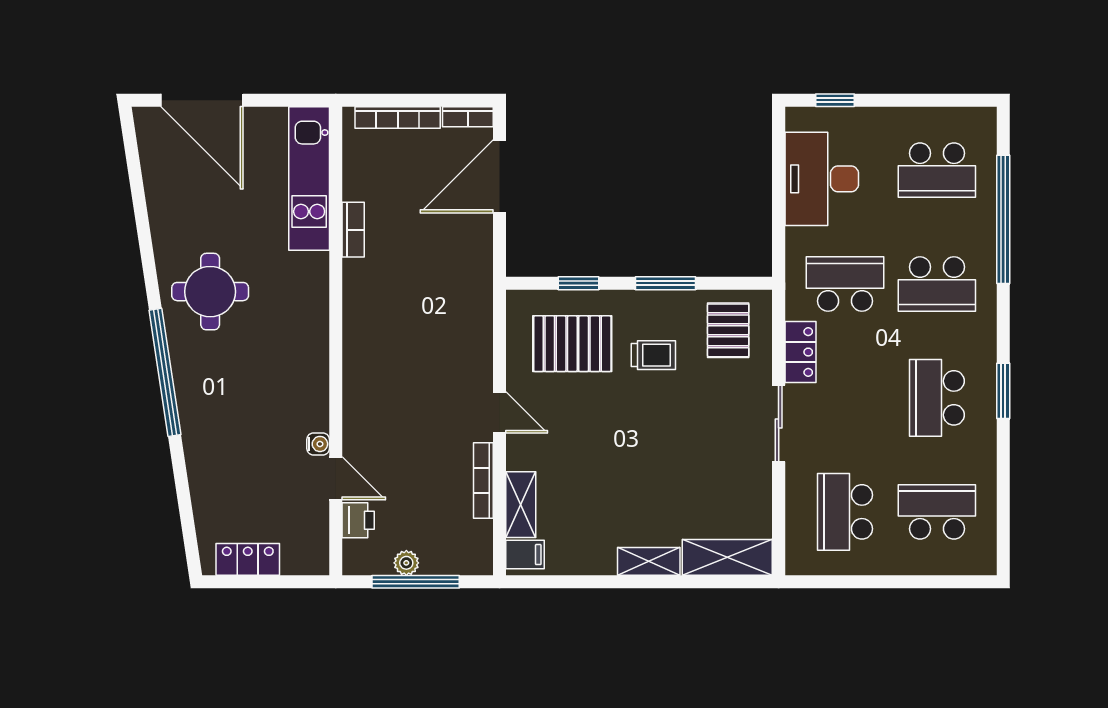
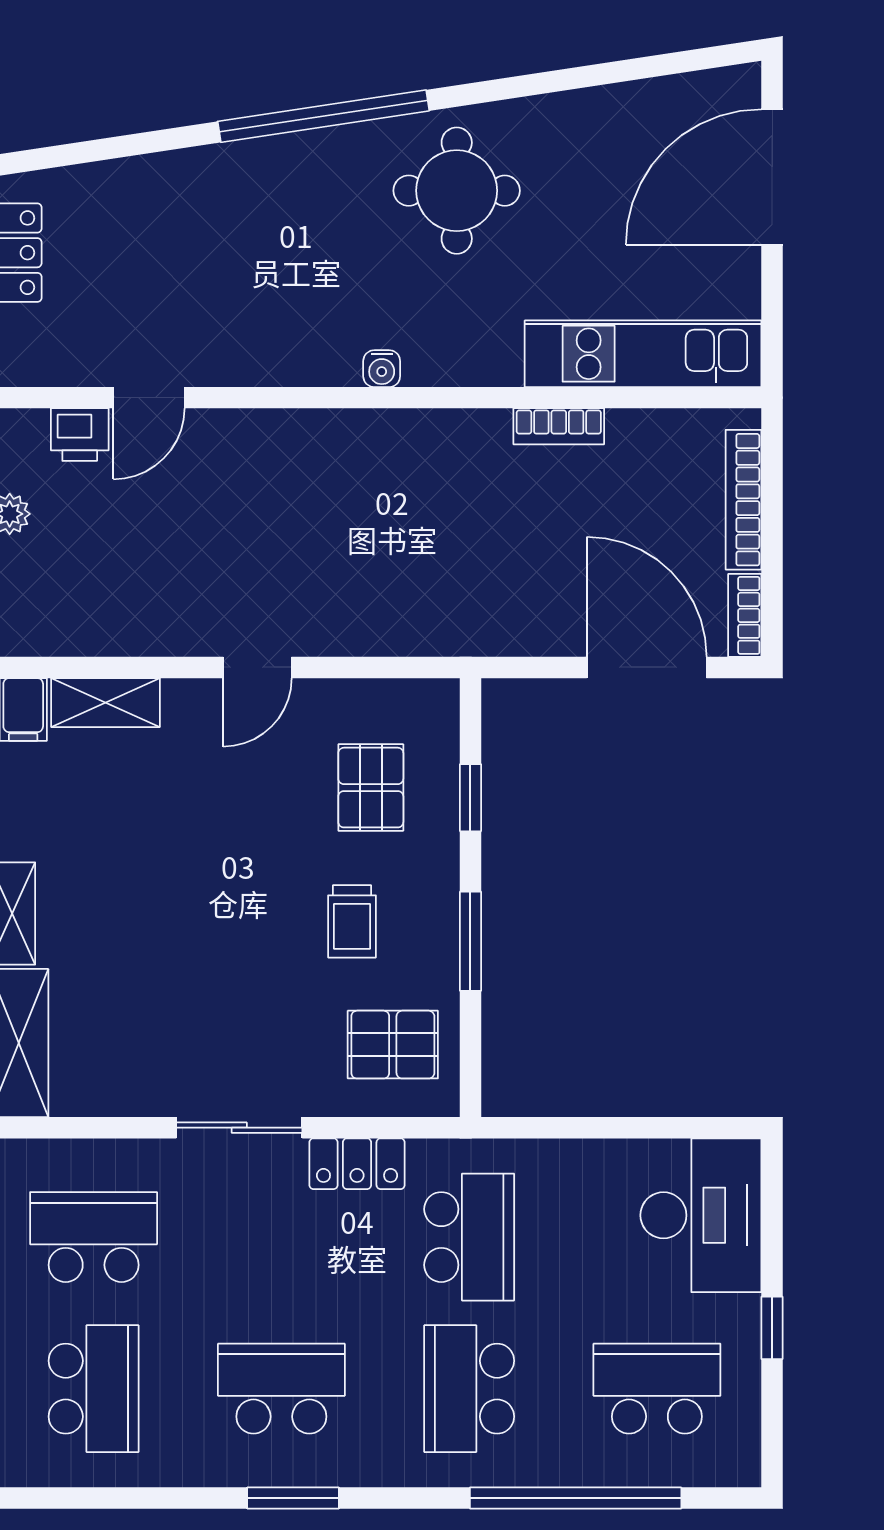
window: (835, 100) -> (772, 1328), moved
school desk: (937, 170) -> (657, 1389), turned 90
desk: (822, 179) -> (701, 1215), moved, turned 90
pallet: (572, 344) -> (371, 788), width x0.67, depth x0.71
water cooler: (318, 444) -> (382, 369), moved
bookcase: (483, 481) -> (145, 641), removed

